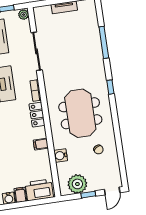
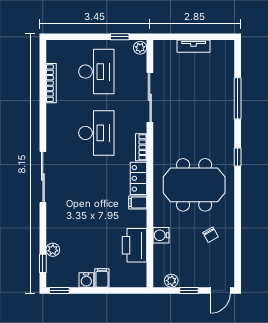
meeting table: (80, 113) -> (194, 185), turned 90
filing cabinet: (41, 144) -> (138, 202), moved
plant: (77, 184) -> (171, 281), width x0.53, depth x0.53
printer: (39, 190) -> (134, 245), moved, turned -90

